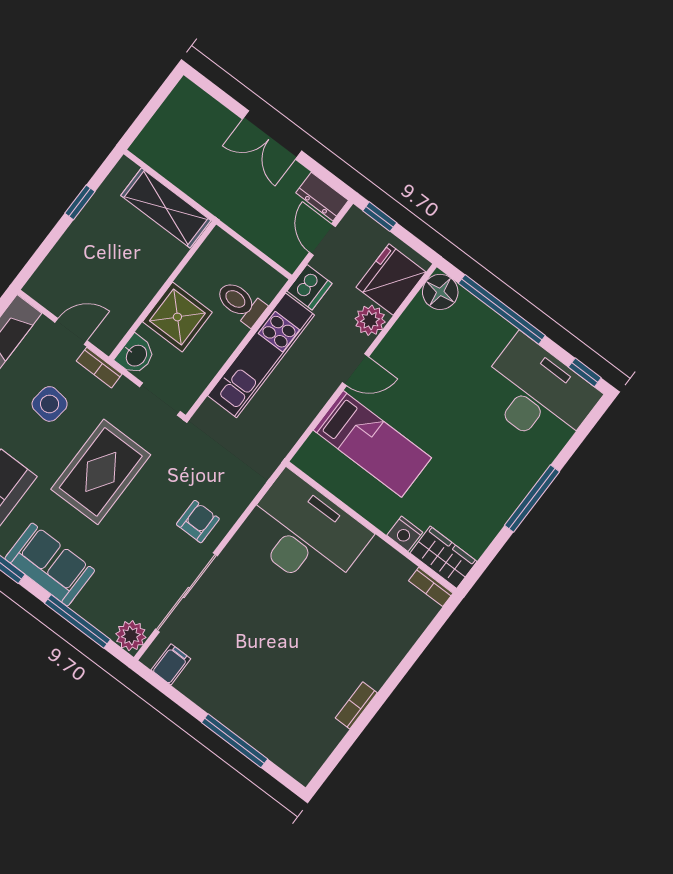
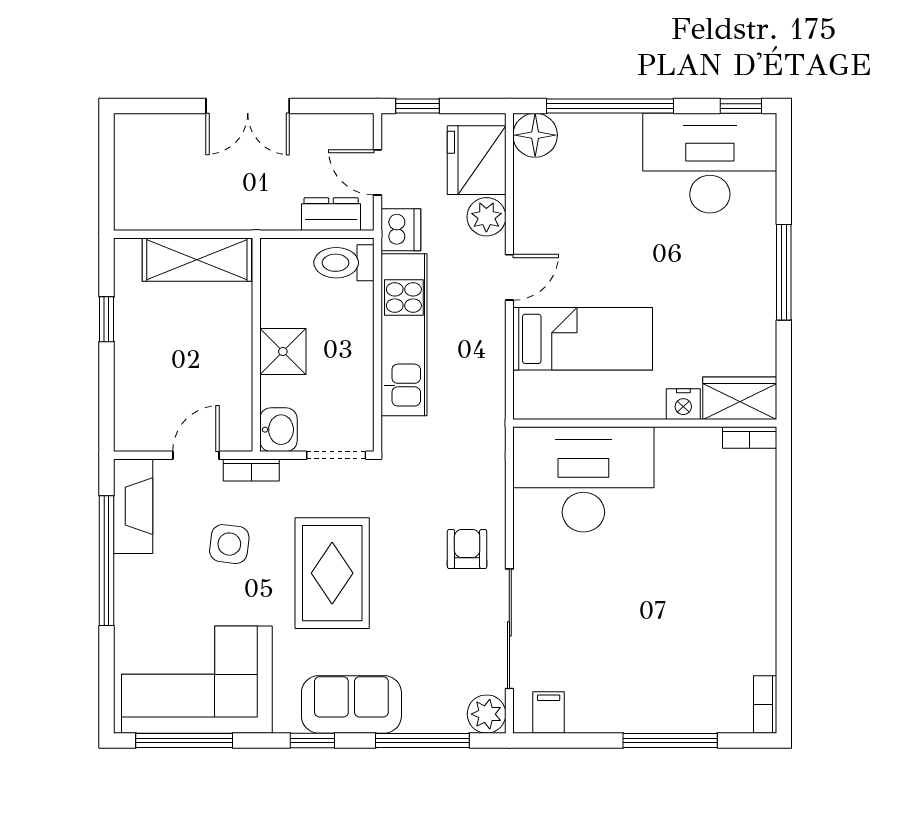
dresser: (322, 197) -> (331, 214), moved, turned 180
toilet: (241, 303) -> (344, 263), moved
shower: (177, 317) -> (283, 352), width x0.73, depth x0.73
bookcase: (356, 705) -> (765, 704), moved

